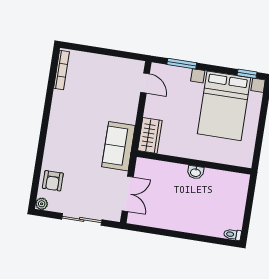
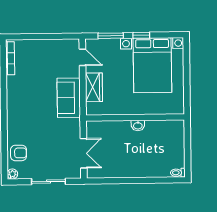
window: (247, 74) -> (141, 35), moved
wardrobe: (150, 135) -> (94, 87), moved
sofa: (118, 146) -> (69, 98), moved
armchair: (53, 181) -> (19, 153), turned -90

